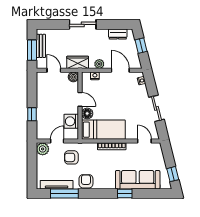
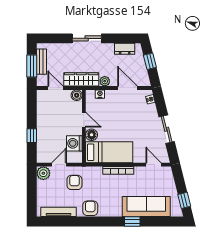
wardrobe: (78, 62) -> (81, 79), width x1.50
armchair: (71, 157) -> (74, 182), turned 90
window: (64, 194) -> (67, 221), removed

